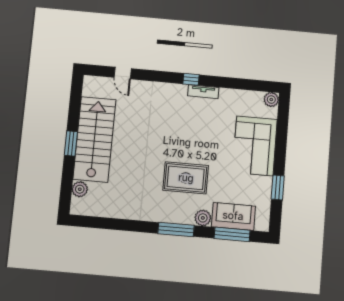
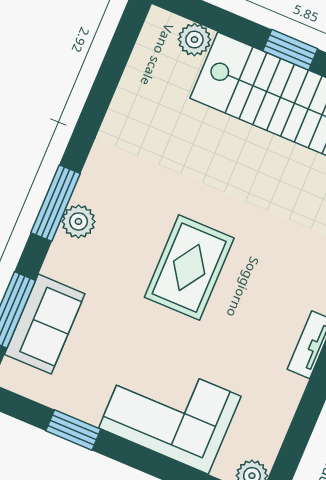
rug: (186, 178) -> (189, 268), moved
plant: (203, 218) -> (78, 221), moved

